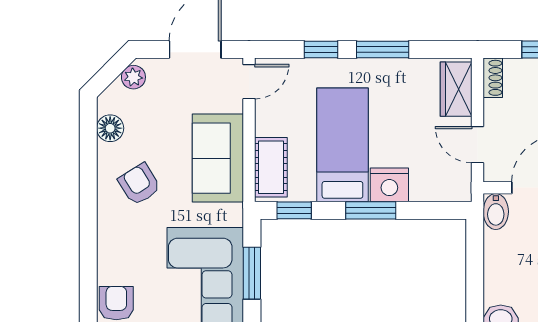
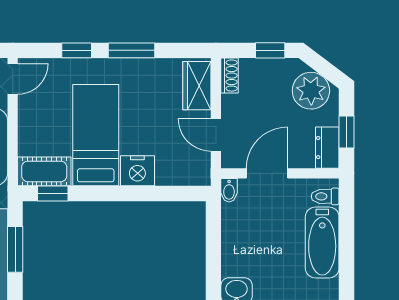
cot: (271, 167) -> (44, 171), moved, turned 90
window: (371, 210) -> (121, 193), removed
bidet: (496, 212) -> (229, 190), width x0.72, depth x0.74

